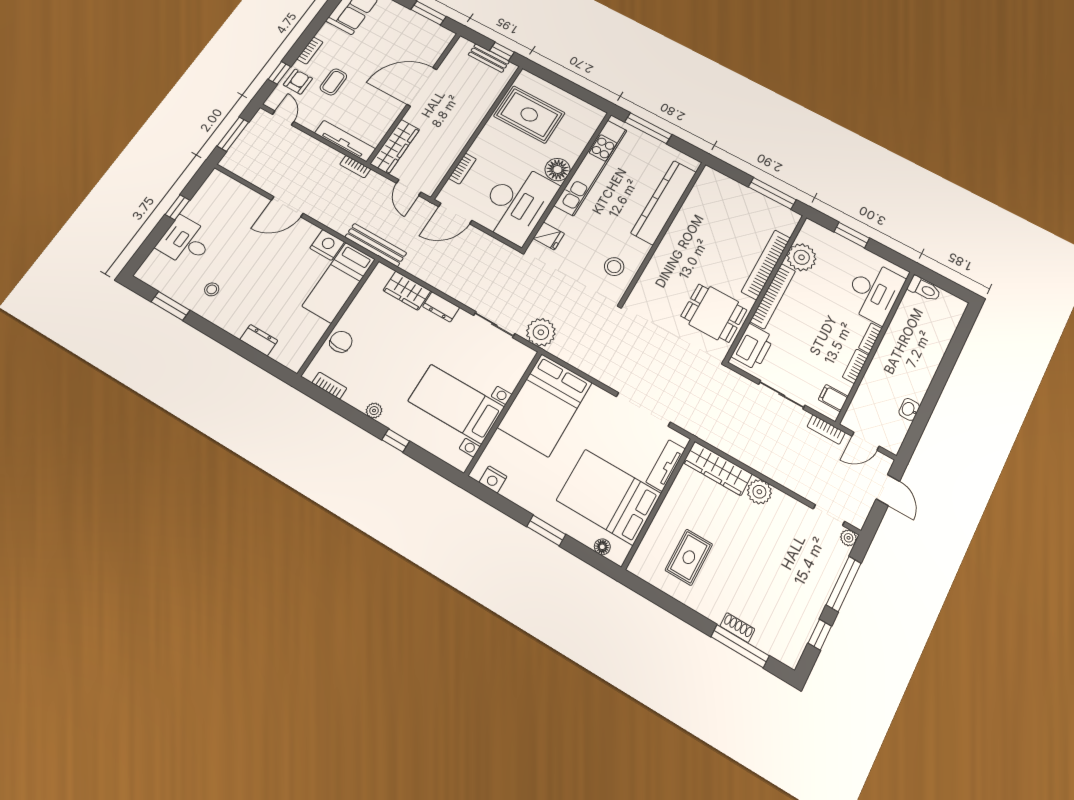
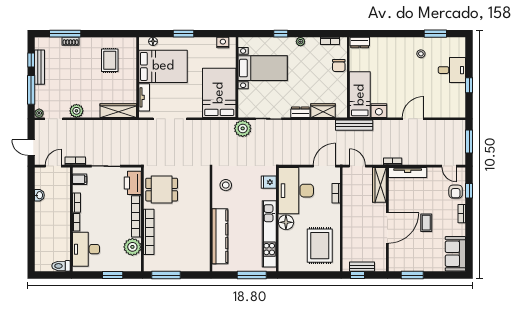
coffee table: (333, 82) -> (426, 223), moved
rug: (529, 115) -> (320, 246), turned 90
dresser: (259, 340) -> (360, 43), moved
plant: (759, 492) -> (76, 111), moved
bench: (811, 614) -> (39, 67), added

